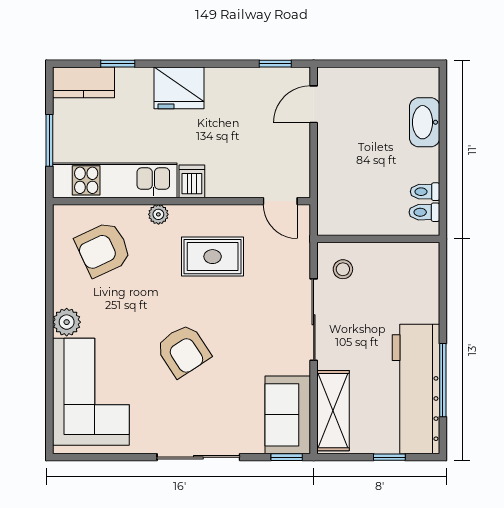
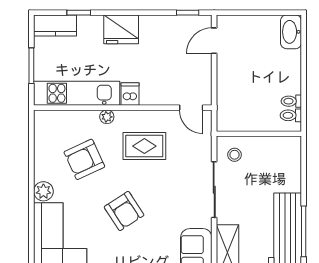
washbasin: (425, 122) -> (291, 32), moved
armchair: (103, 249) -> (84, 159), moved

